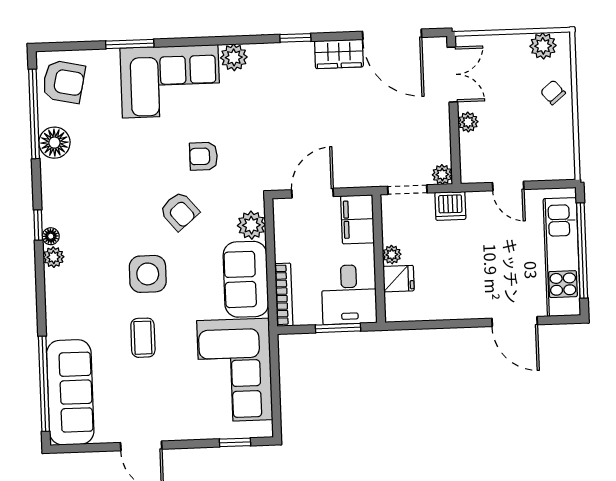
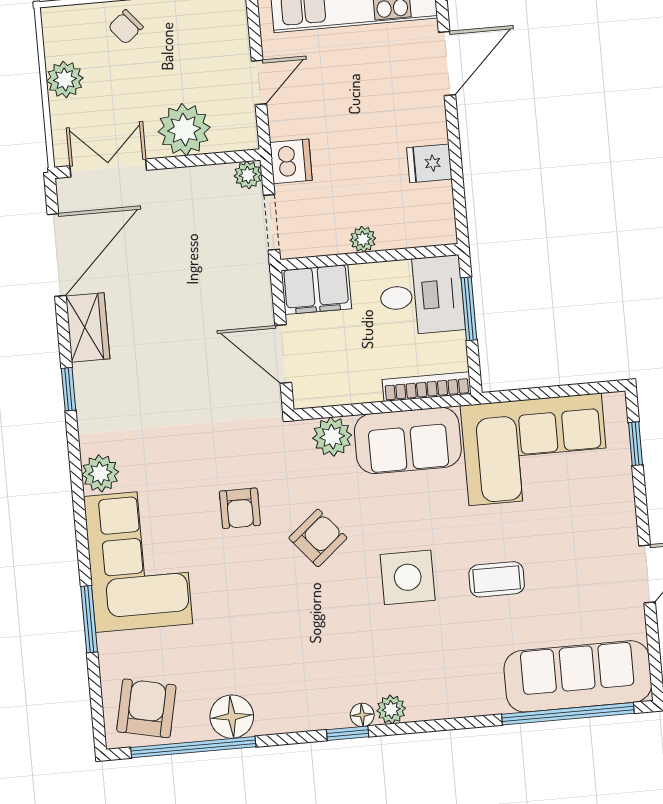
plant: (543, 46) -> (65, 79), moved
plant: (468, 122) -> (184, 130), width x1.88, depth x1.88
fridge: (398, 279) -> (429, 163), moved, turned -90

